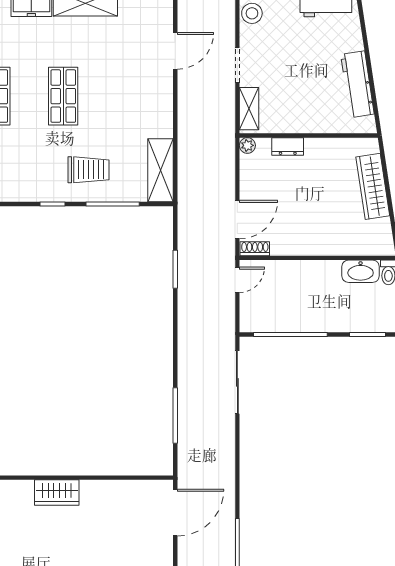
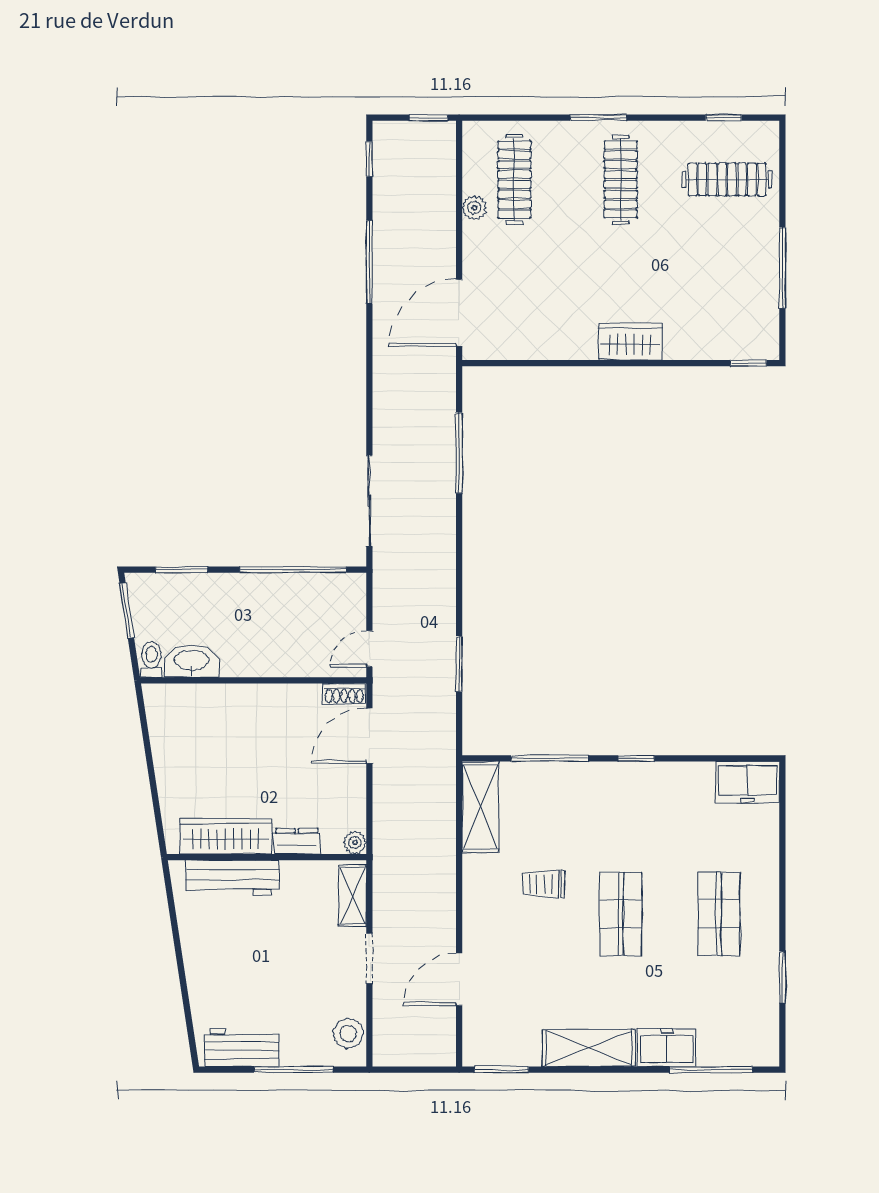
workbench: (357, 84) -> (232, 877), moved, turned 99
trolley: (89, 170) -> (543, 884), moved, width x0.73, depth x0.72
wardrobe: (373, 186) -> (226, 836), moved, turned -81

